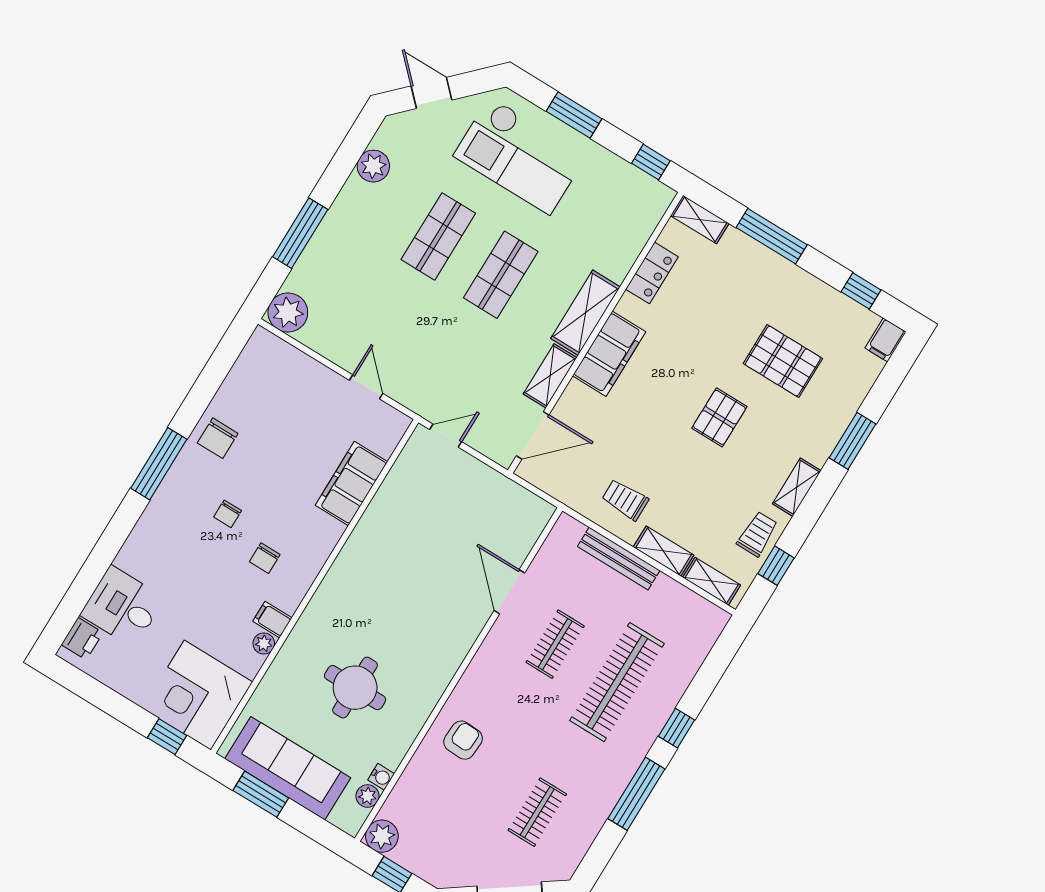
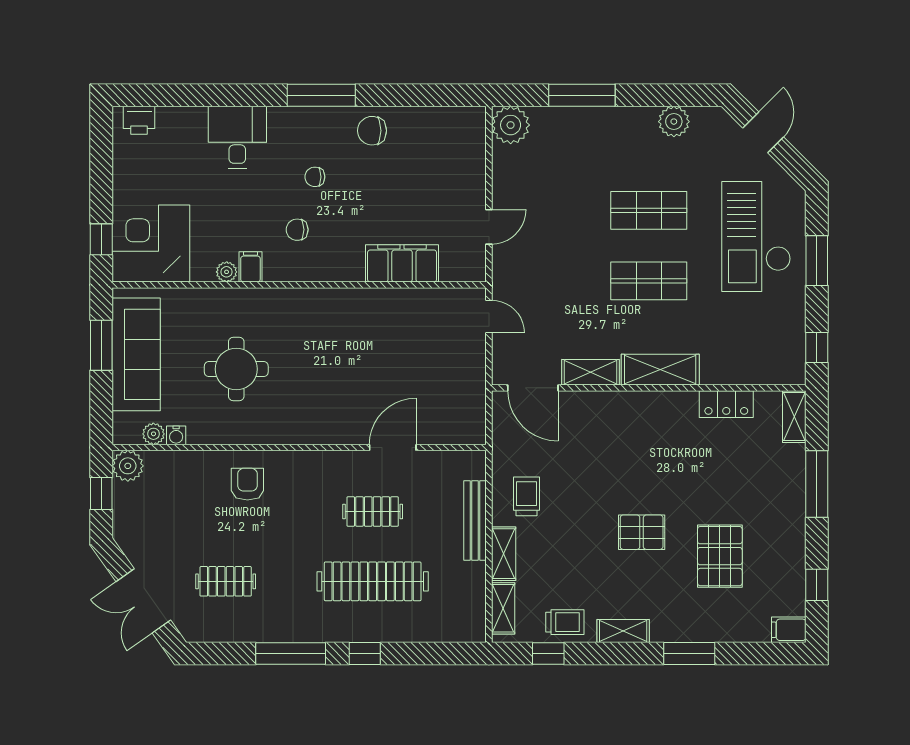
filing cabinet: (609, 354) -> (638, 410), removed
desk: (123, 607) -> (237, 137), moved
armchair: (463, 740) -> (247, 484), turned -93

